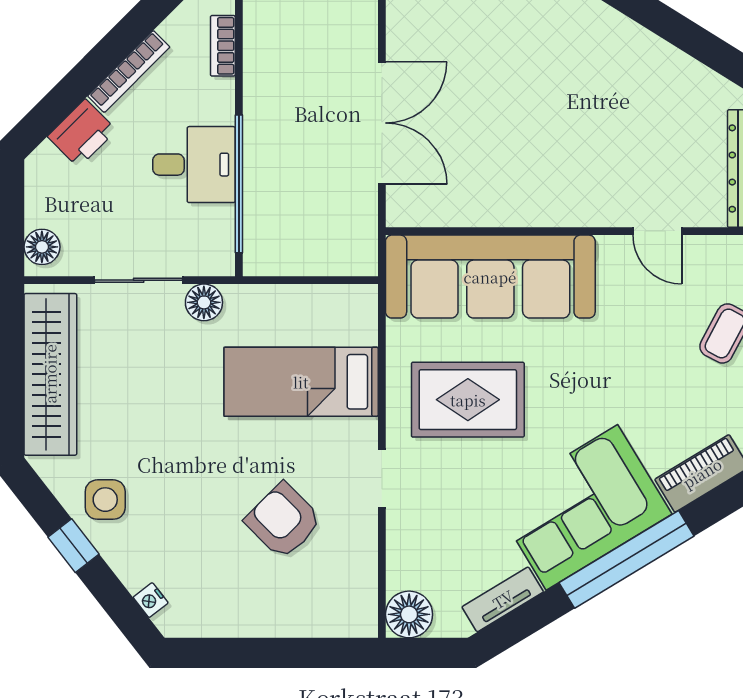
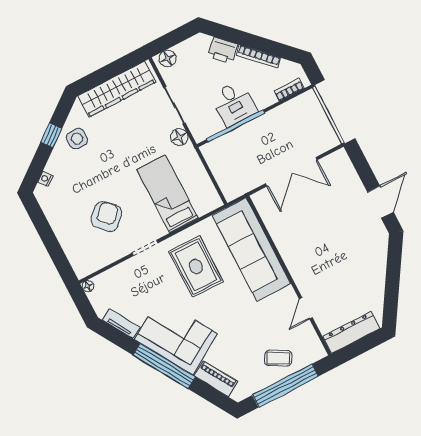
floor lamp: (409, 614) -> (88, 286), width x0.53, depth x0.53

